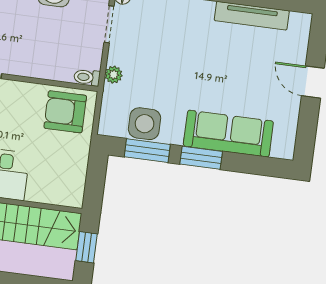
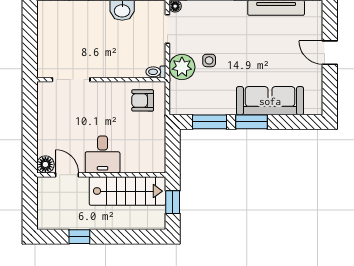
plant: (114, 75) -> (182, 67), width x1.88, depth x1.88
armchair: (65, 112) -> (143, 100), width x0.72, depth x0.72
side table: (145, 124) -> (209, 60), moved, width x0.54, depth x0.54

